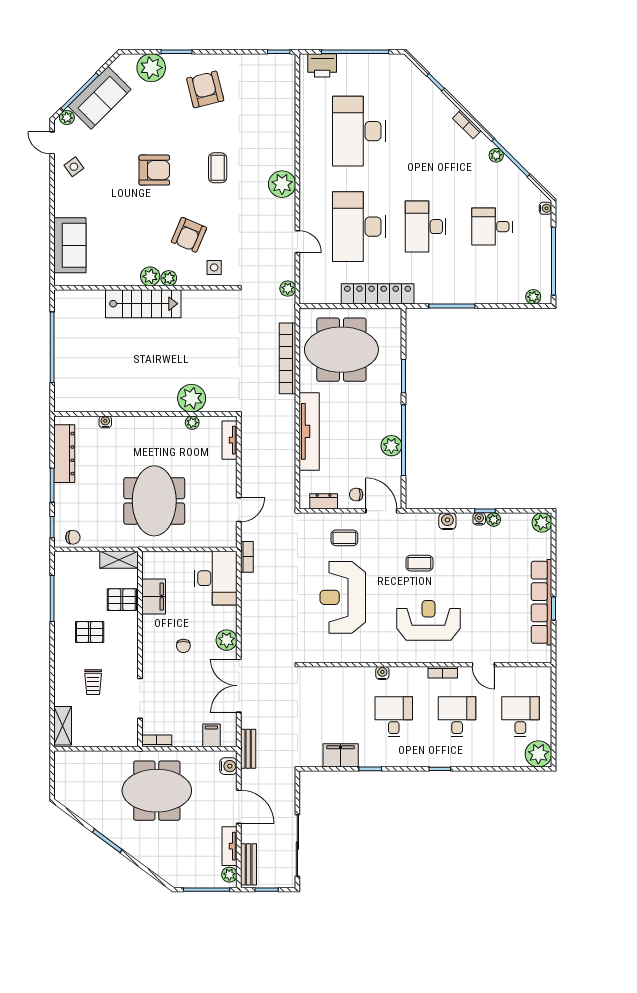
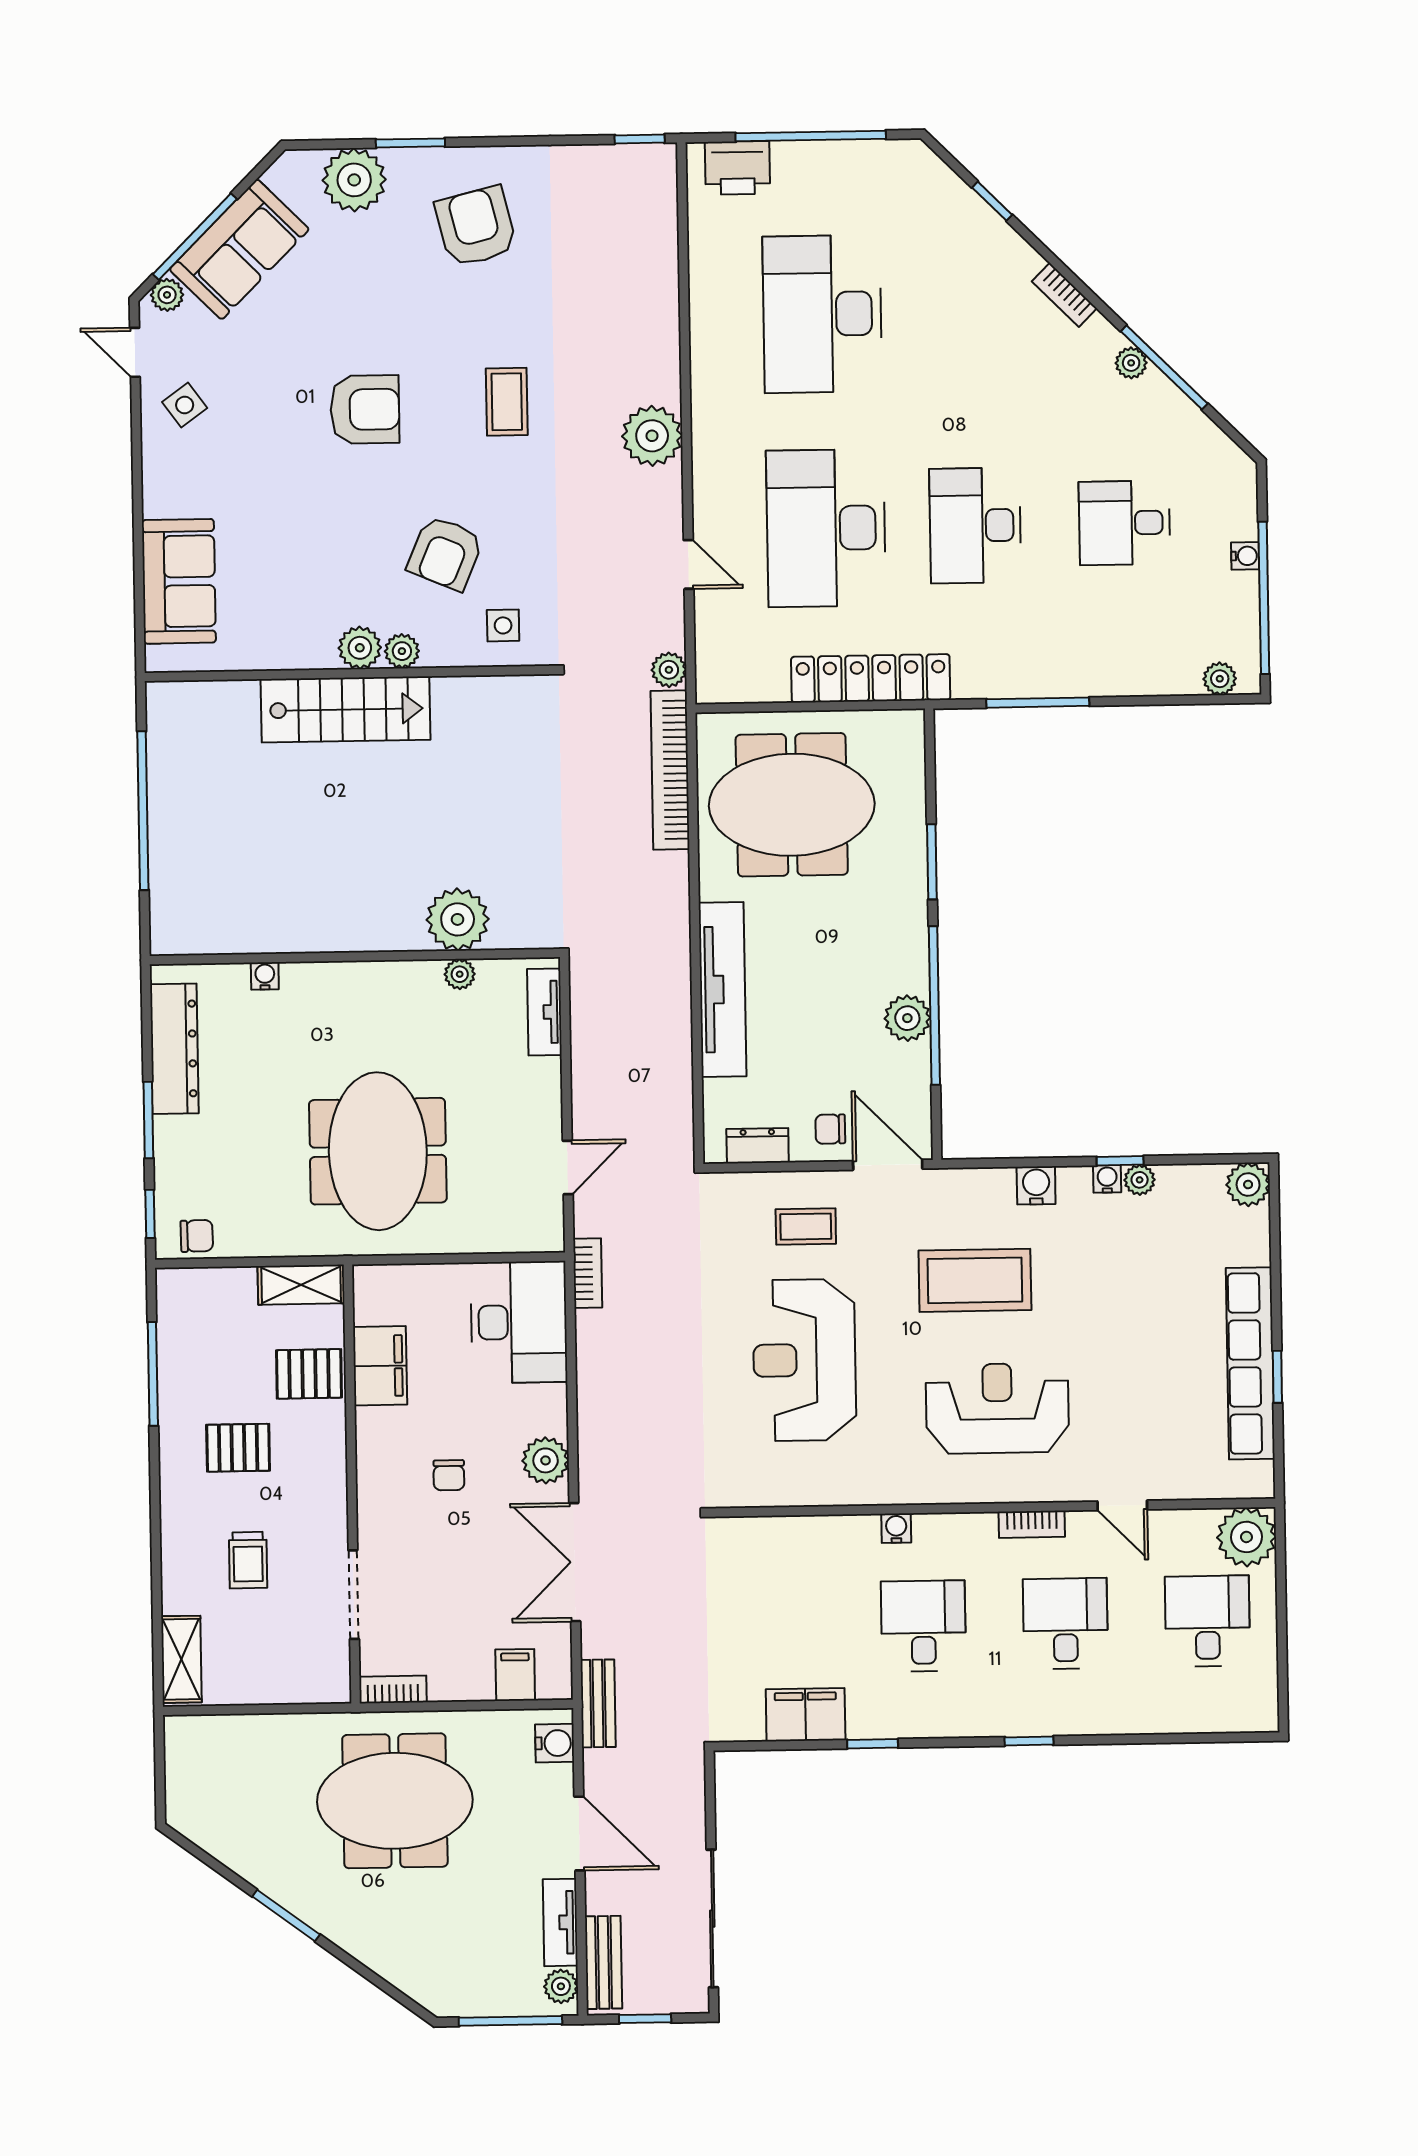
water cooler: (546, 208) -> (1245, 556), moved
bookcase: (287, 358) -> (670, 770), moved
coffee table: (419, 563) -> (975, 1280), width x1.86, depth x1.72
plant: (538, 754) -> (1246, 1537), moved

